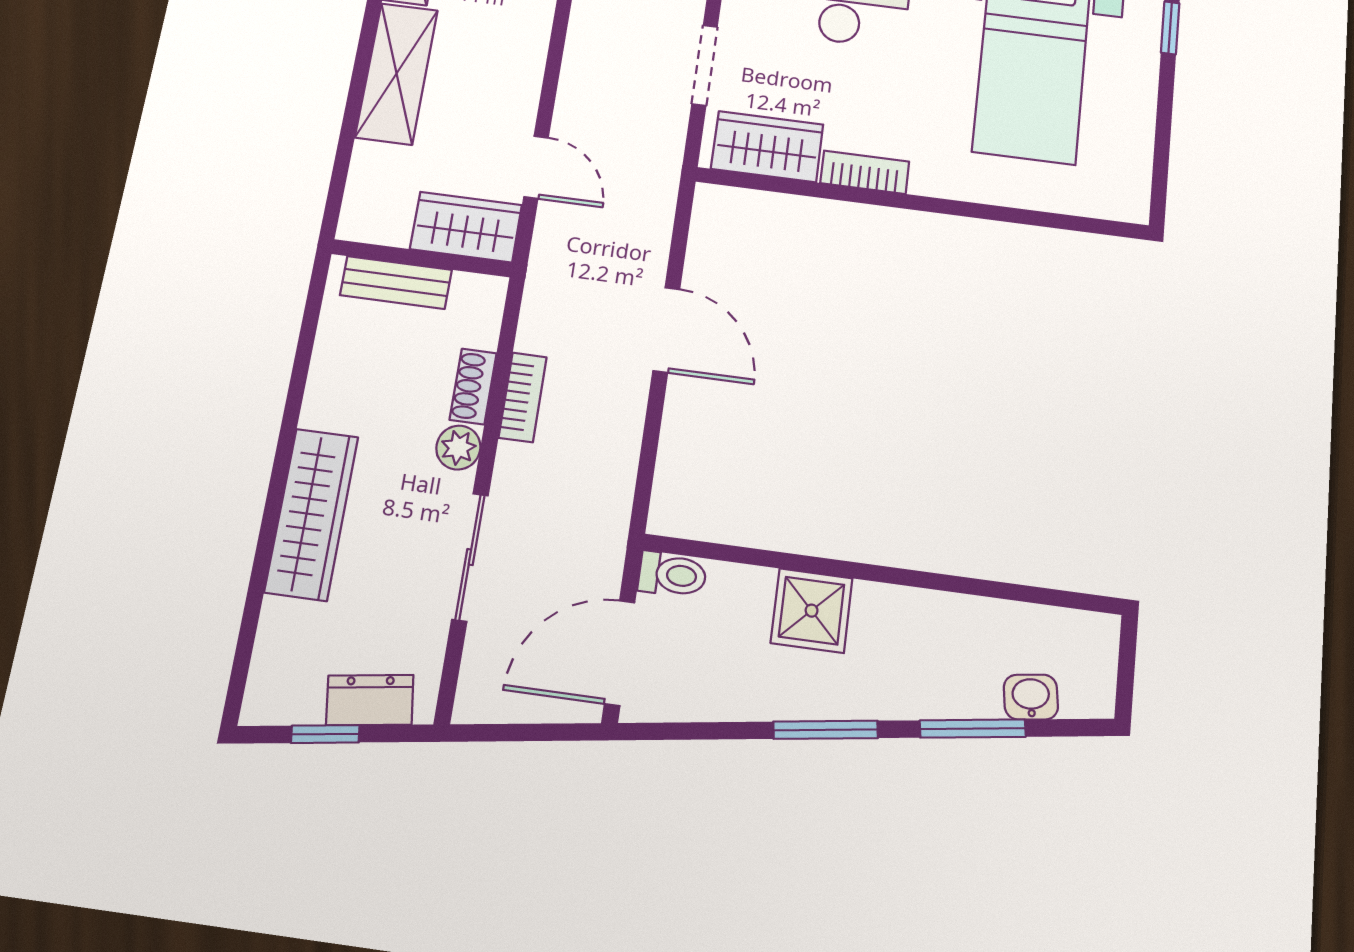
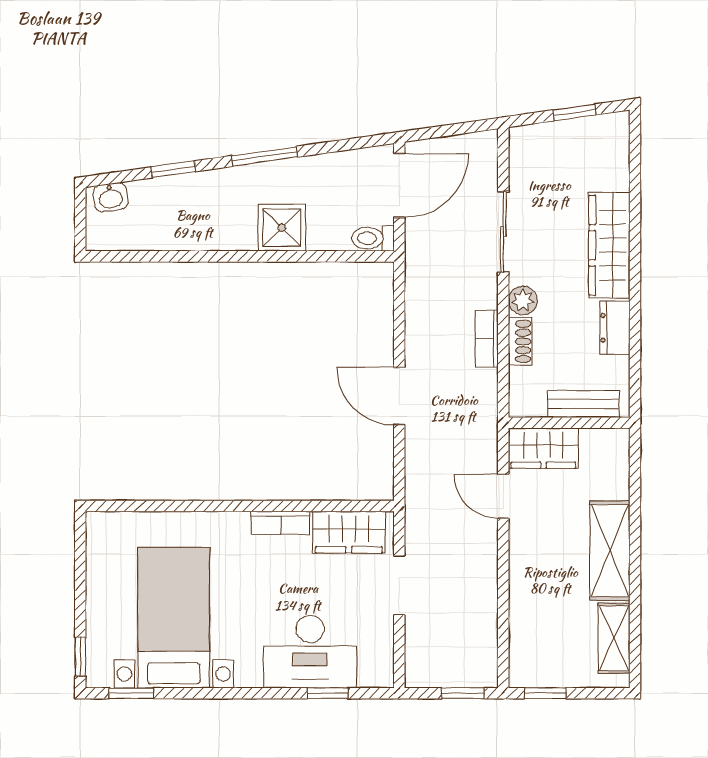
washbasin: (1031, 697) -> (111, 197), moved
dresser: (370, 700) -> (615, 328), moved, turned 98
window: (973, 729) -> (173, 169), width x0.67

